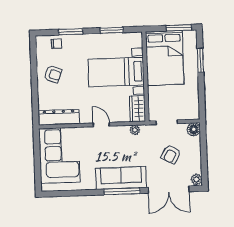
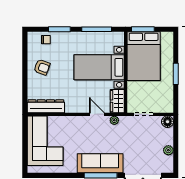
window: (179, 28) -> (143, 29), moved
window: (112, 30) -> (97, 29), width x1.44
window: (200, 60) -> (176, 74), moved
door: (101, 125) -> (97, 114), moved
armchair: (171, 154) -> (146, 143), removed
plant: (196, 180) -> (168, 150), moved

